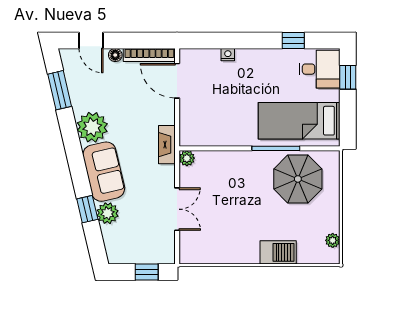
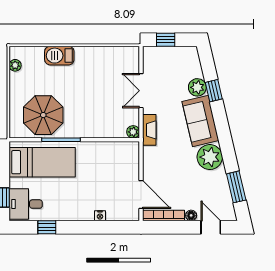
fireplace: (167, 145) -> (149, 130), moved

